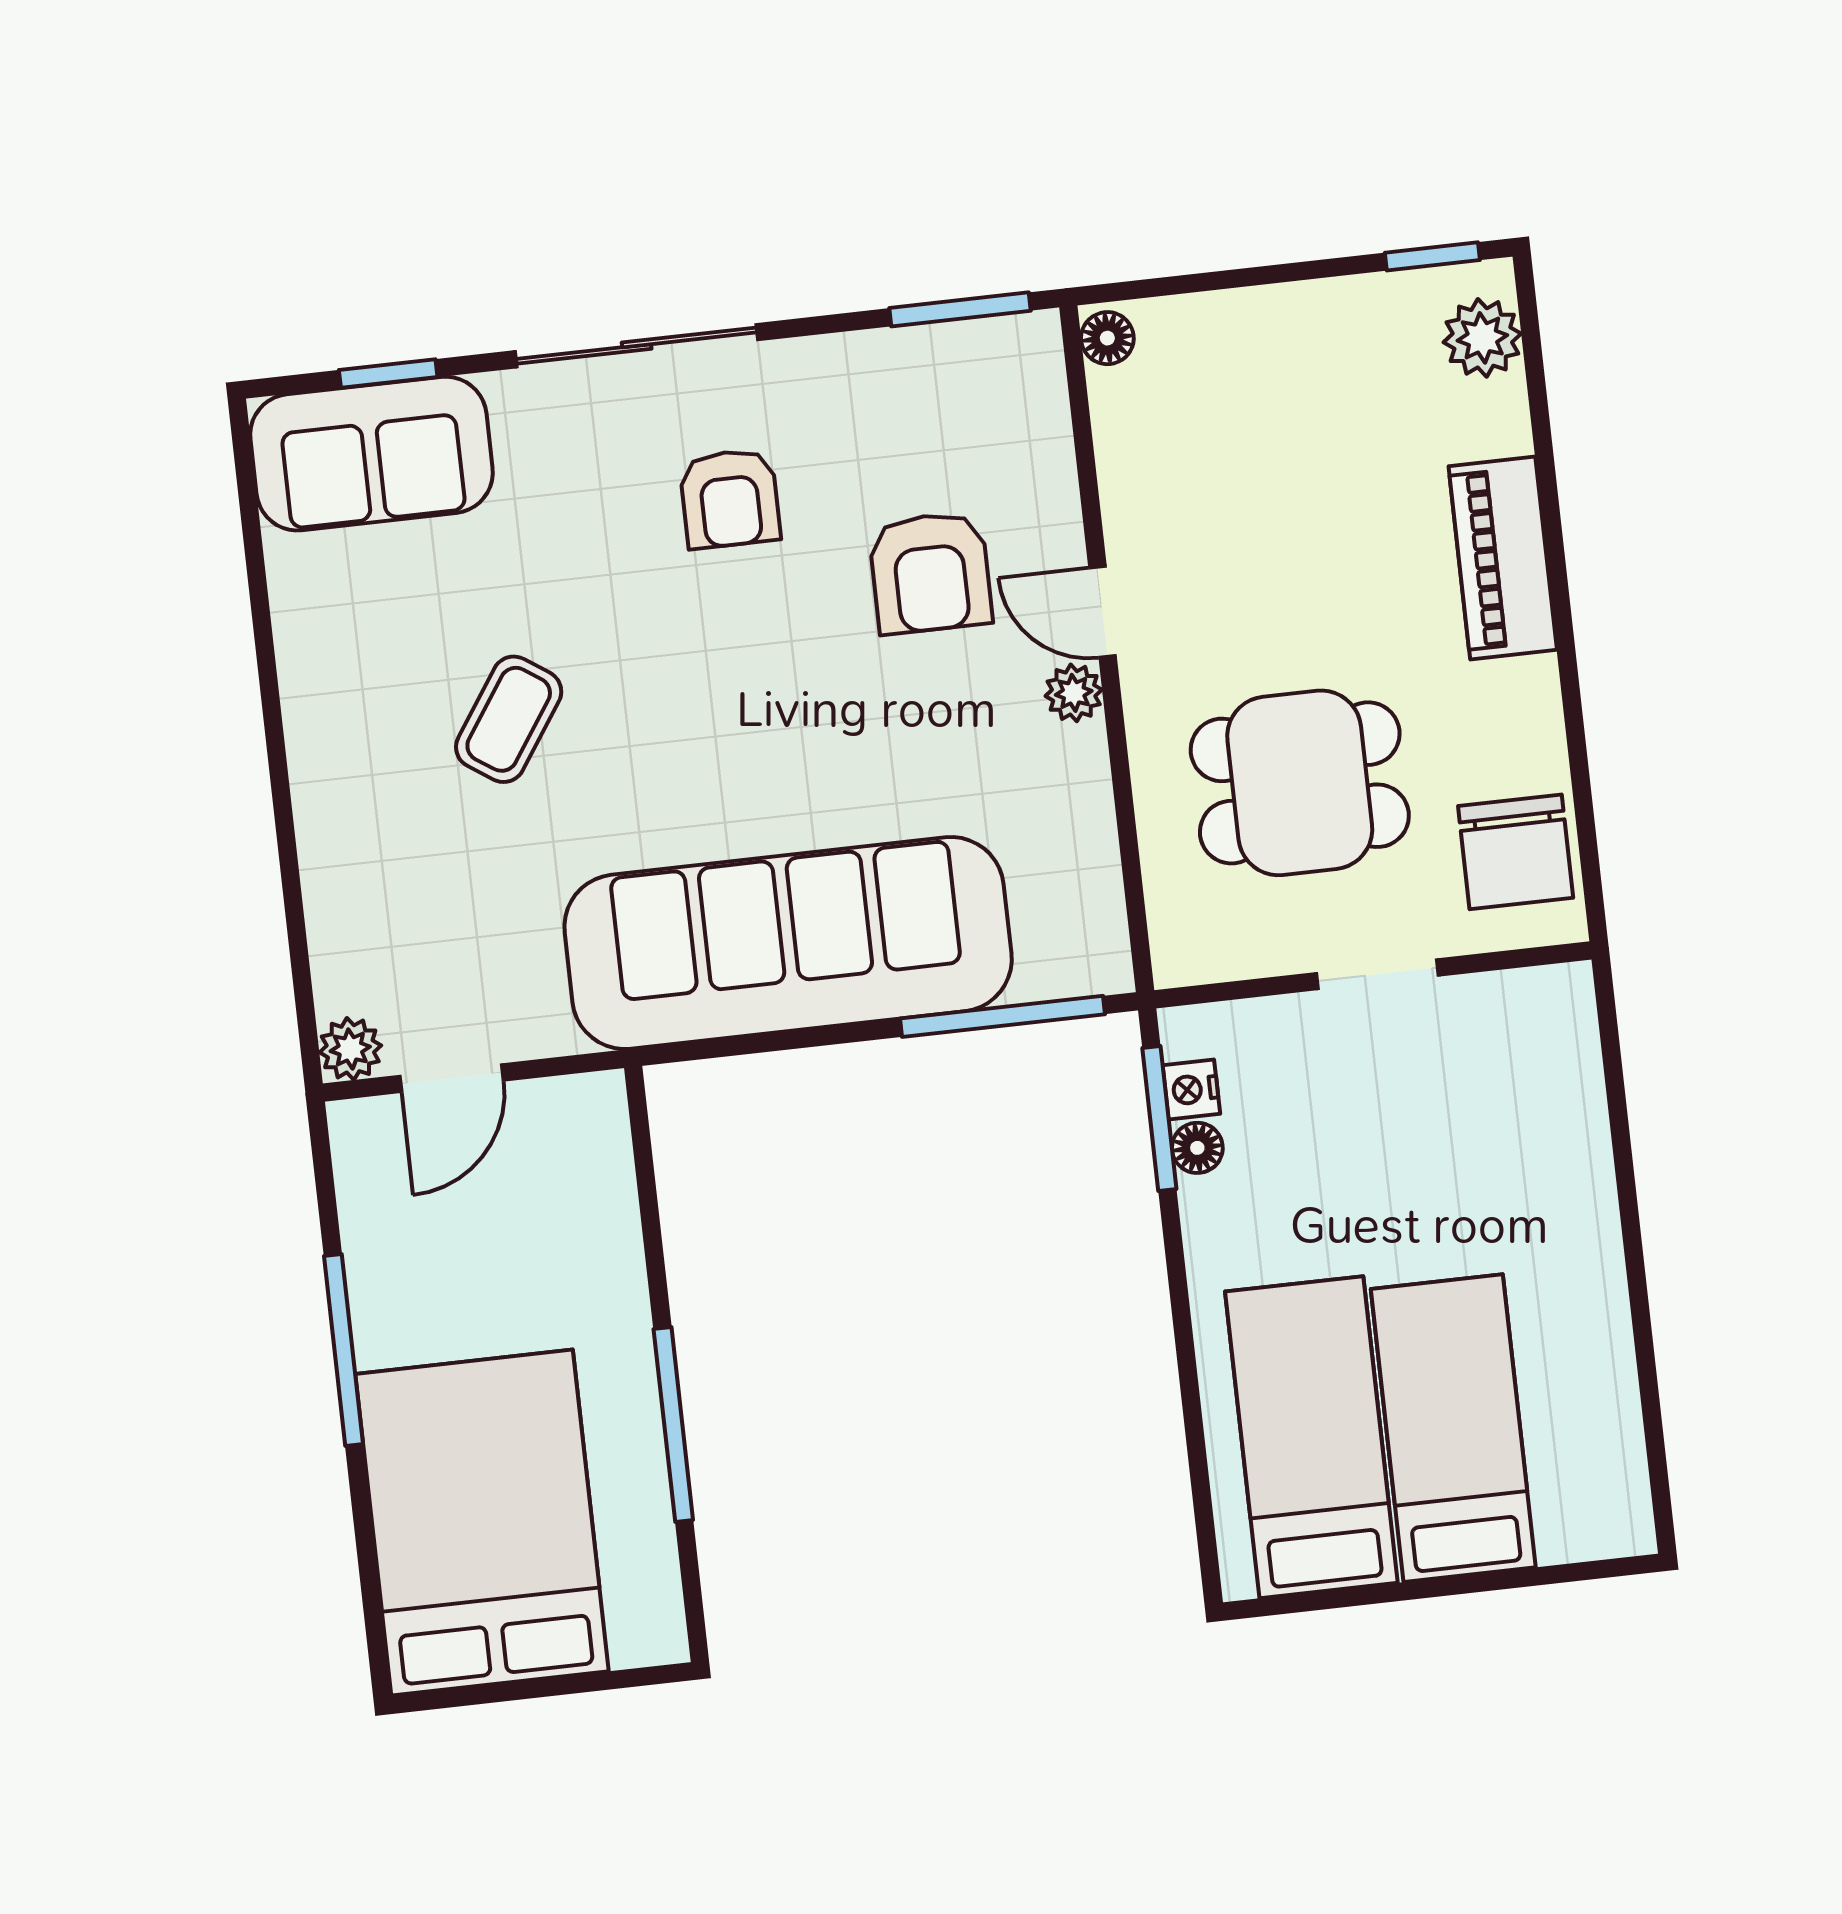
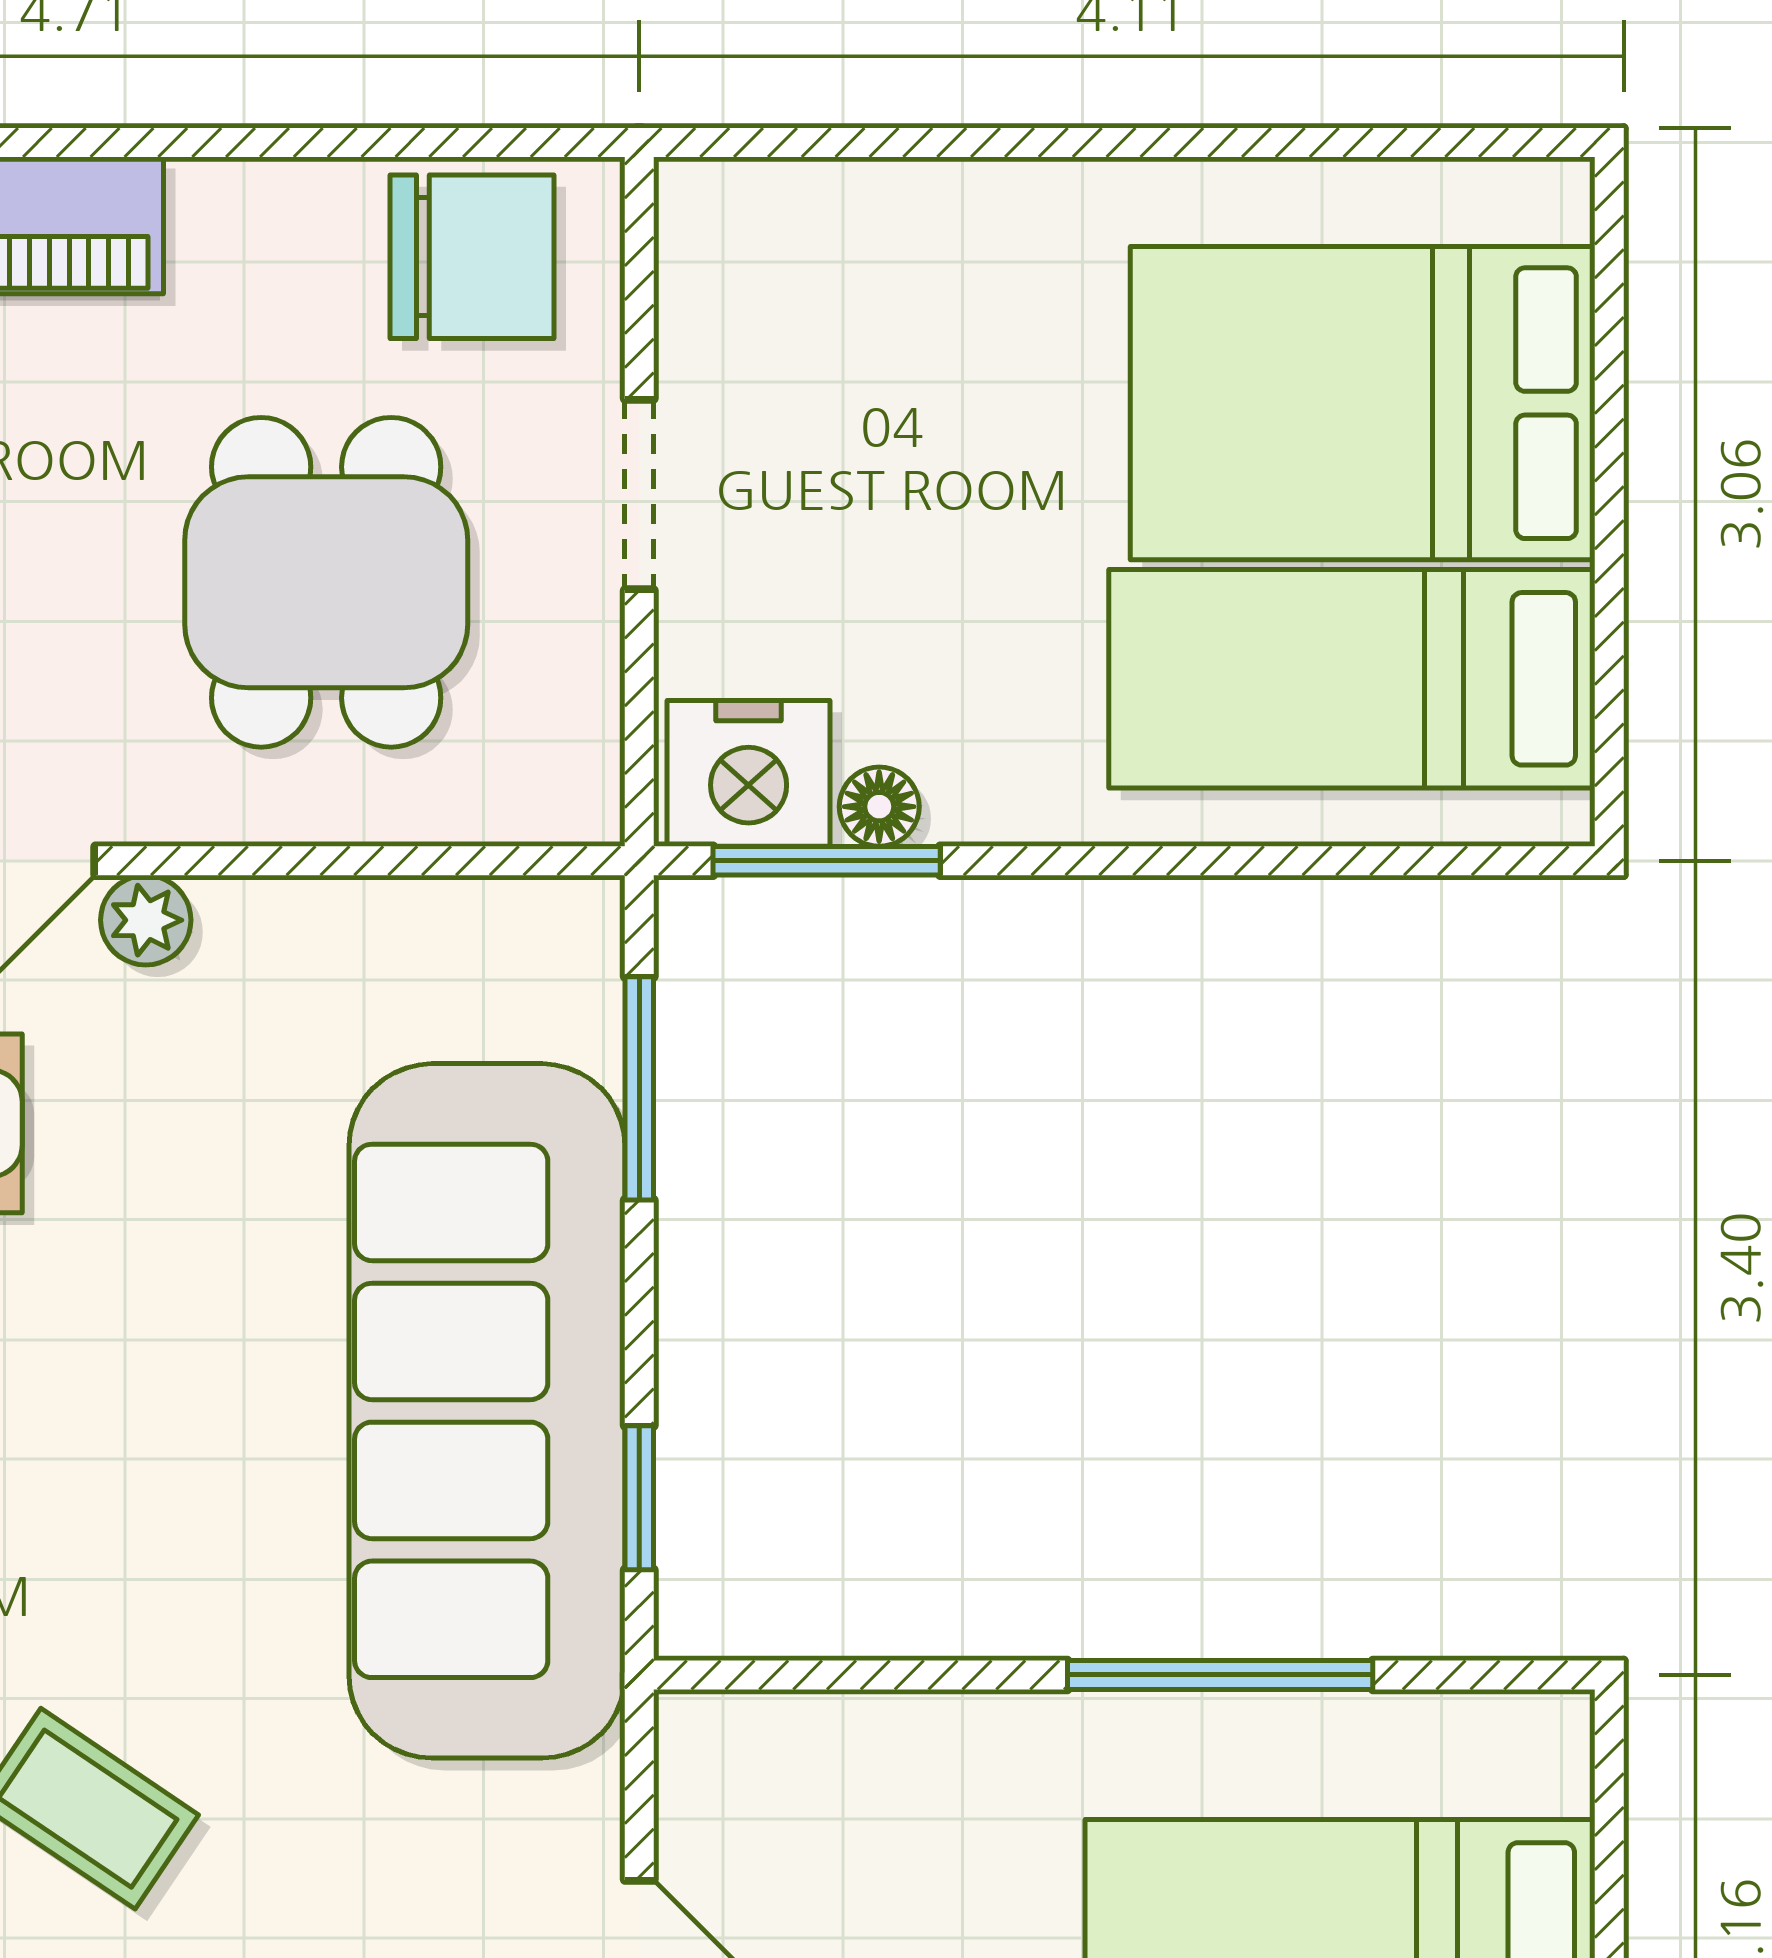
window: (1002, 1016) -> (639, 1088), width x0.69
window: (744, 1045) -> (639, 1498), added
nightstand: (1191, 1089) -> (749, 773), width x1.89, depth x1.79
bed: (1453, 1428) -> (1363, 403), width x1.50

